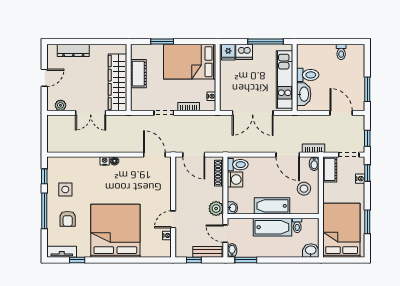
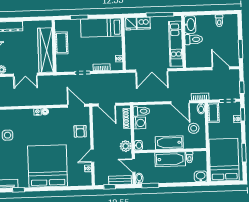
bed: (190, 62) -> (101, 28), width x0.67
washbasin: (304, 94) -> (190, 25), moved
armchair: (68, 219) -> (80, 131), moved

